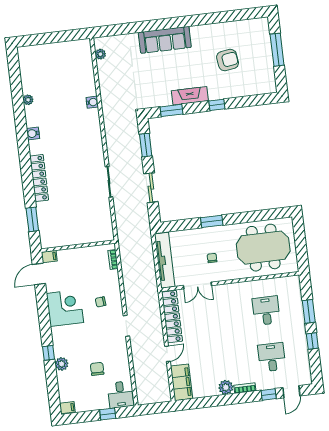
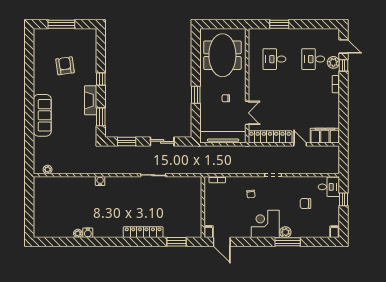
water cooler: (92, 102) -> (100, 181), moved
water cooler: (33, 133) -> (88, 233), moved
corner desk: (65, 308) -> (265, 224), moved
window: (312, 341) -> (304, 24), removed
window: (48, 353) -> (288, 242), width x2.17
plant: (62, 364) -> (285, 232), moved
plant: (226, 387) -> (333, 62), moved

